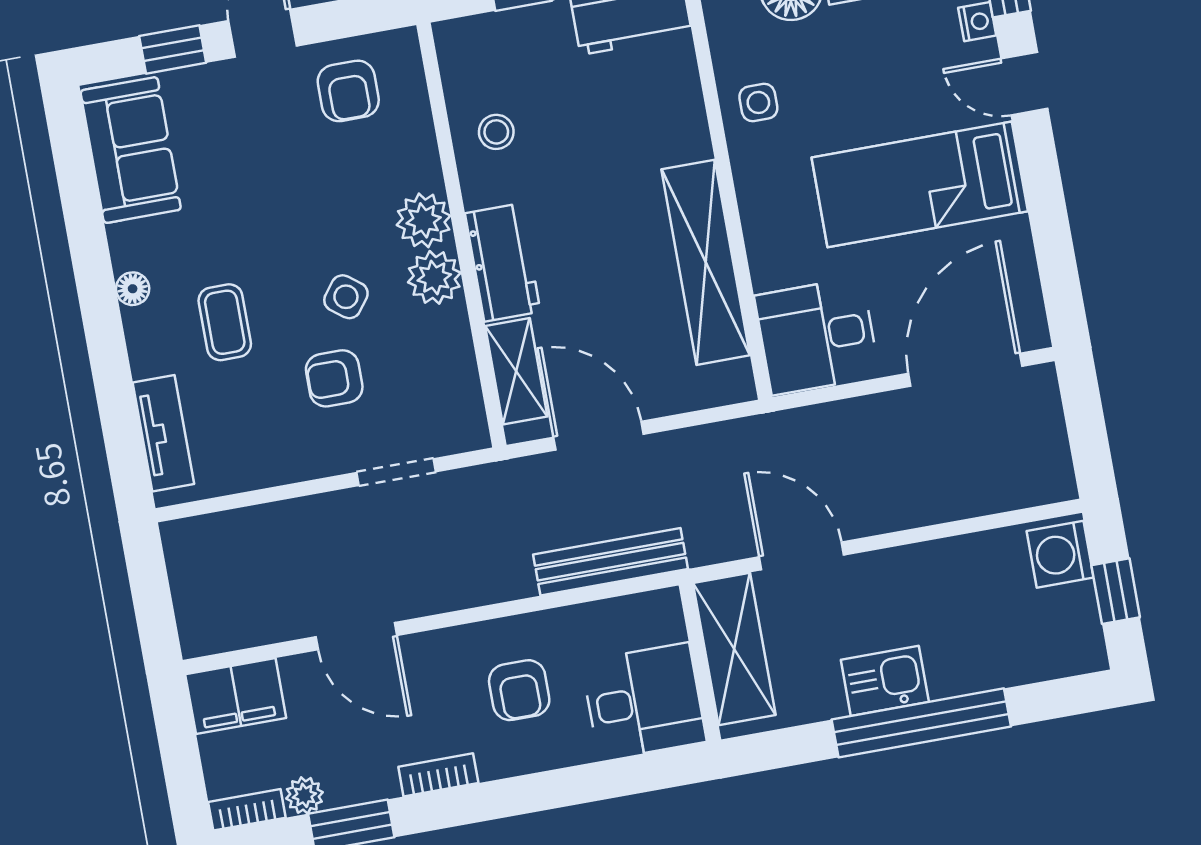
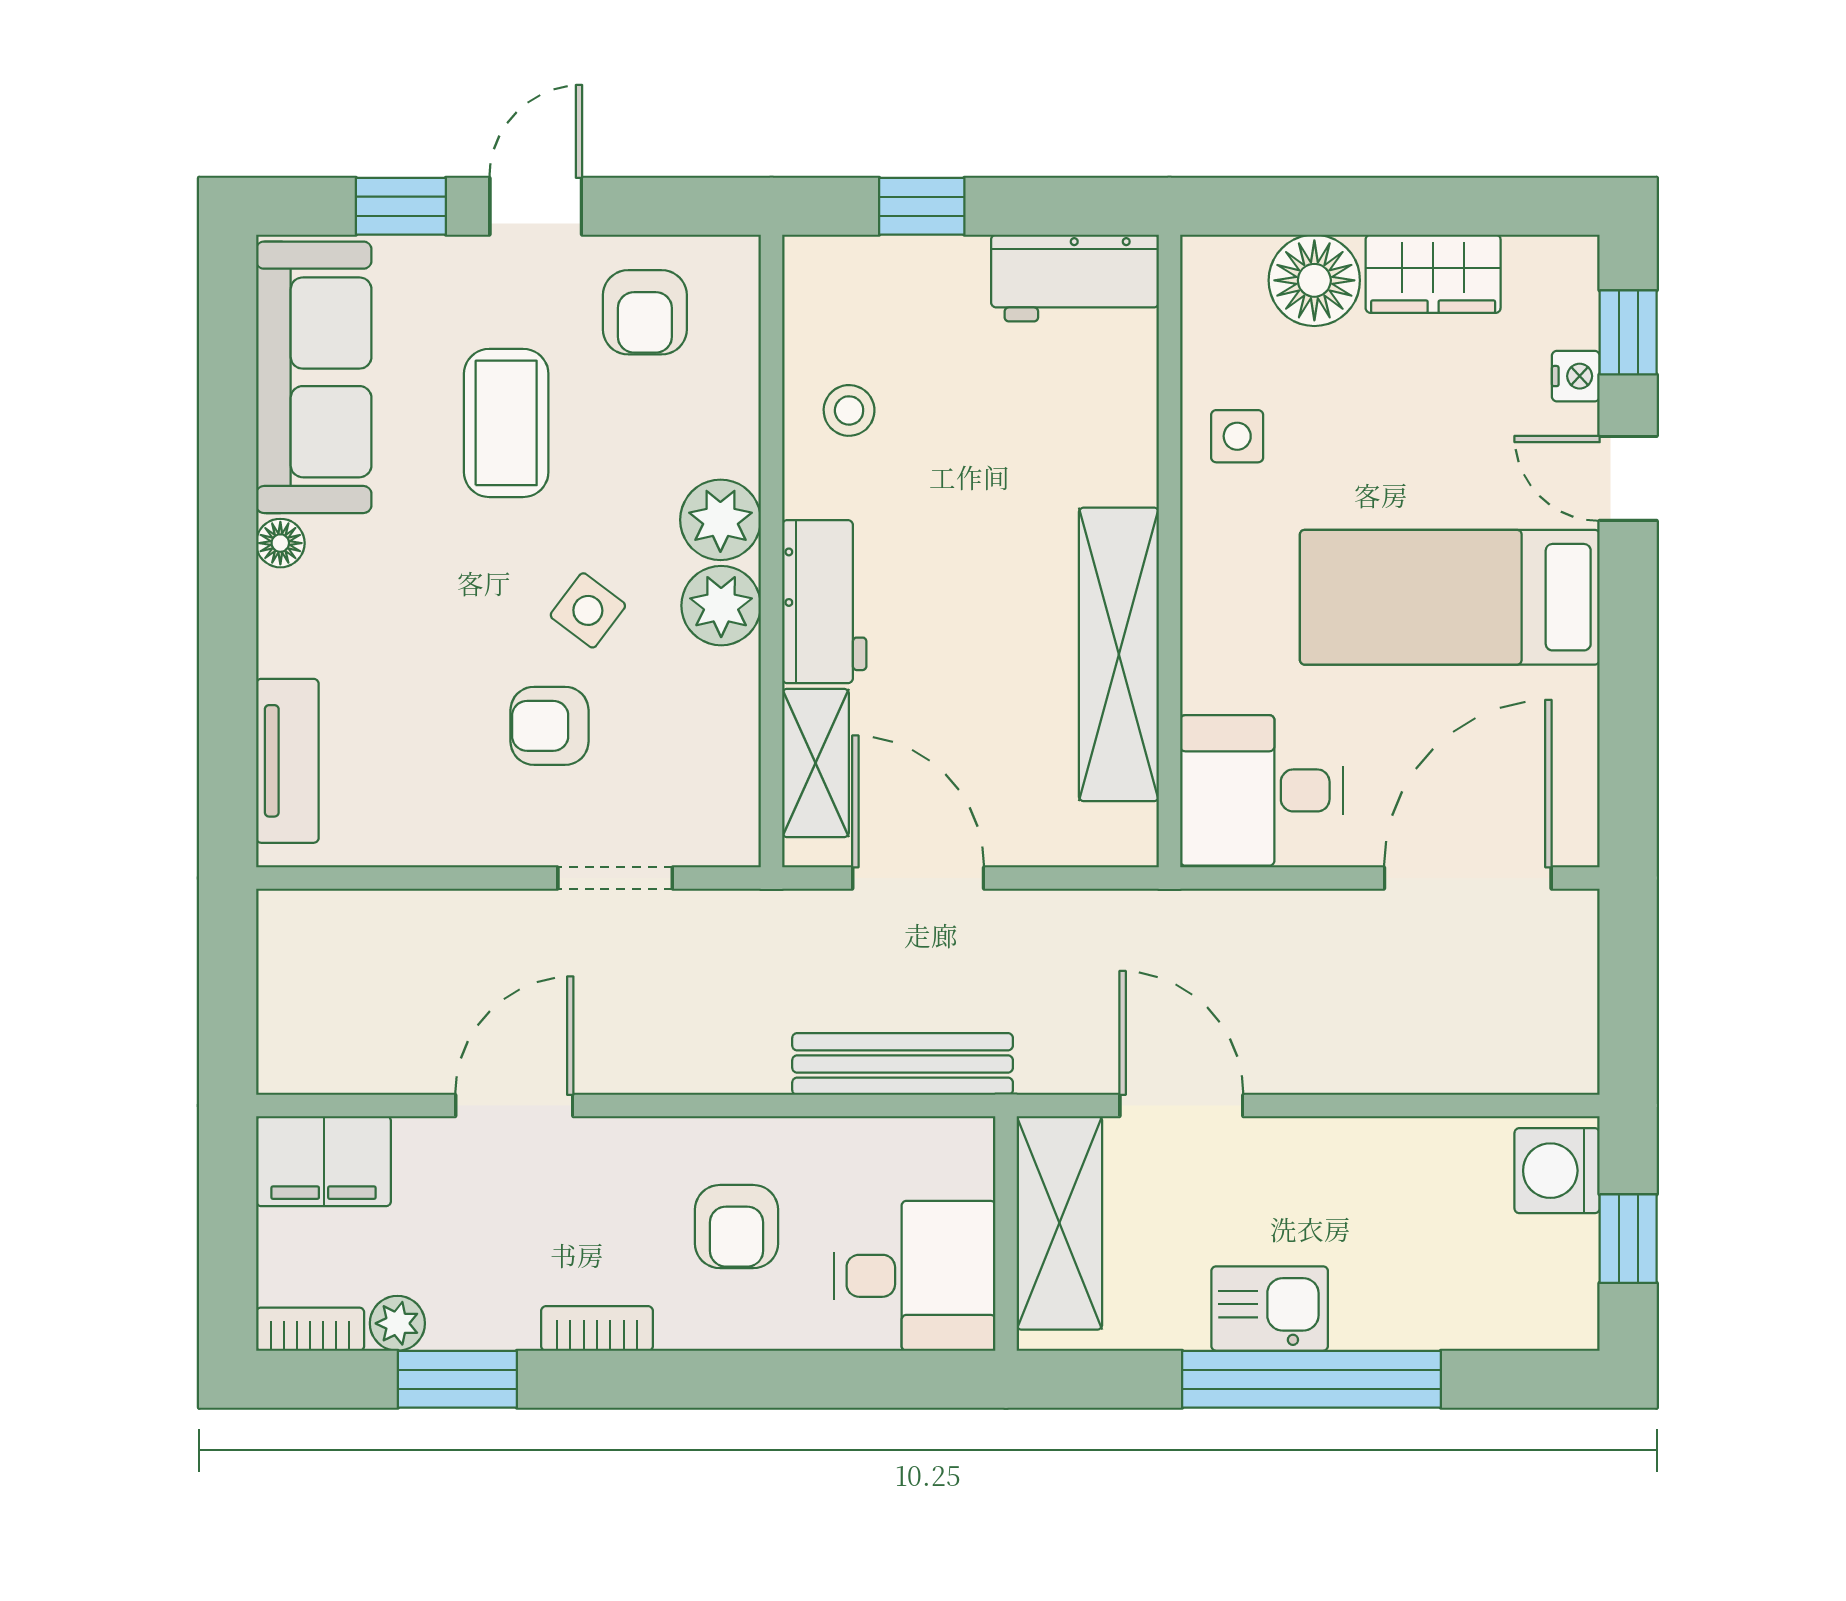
sofa: (131, 150) -> (314, 377), width x1.36
coffee table: (225, 322) -> (506, 423), moved, width x1.36, depth x1.30
door: (356, 636) -> (514, 1106), swing flipped

